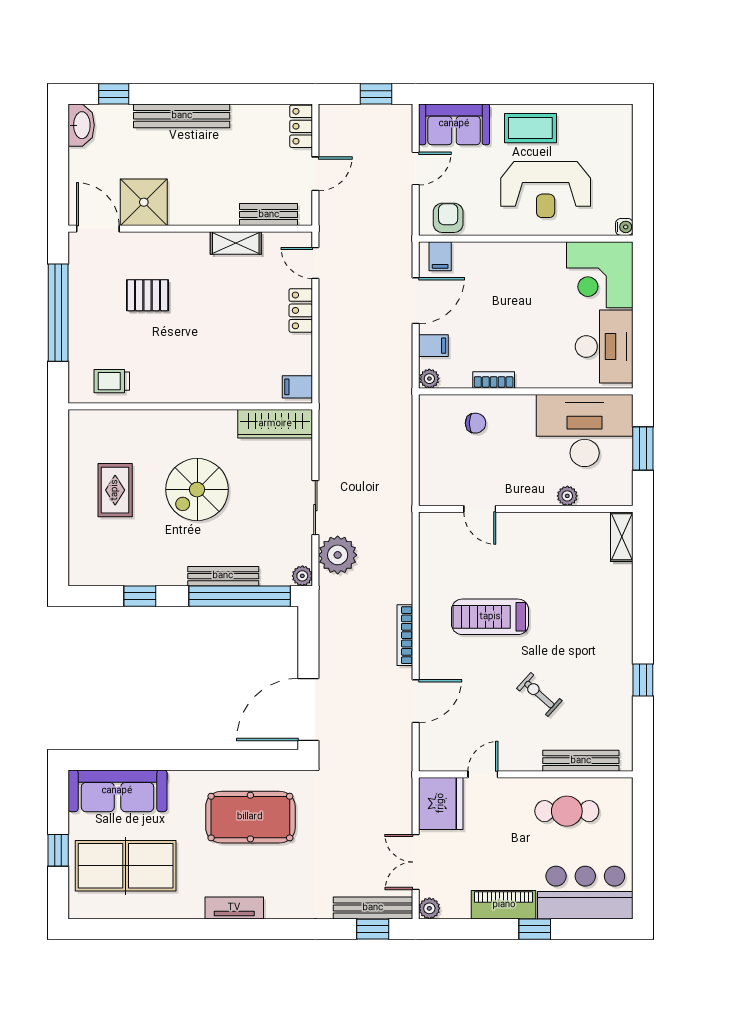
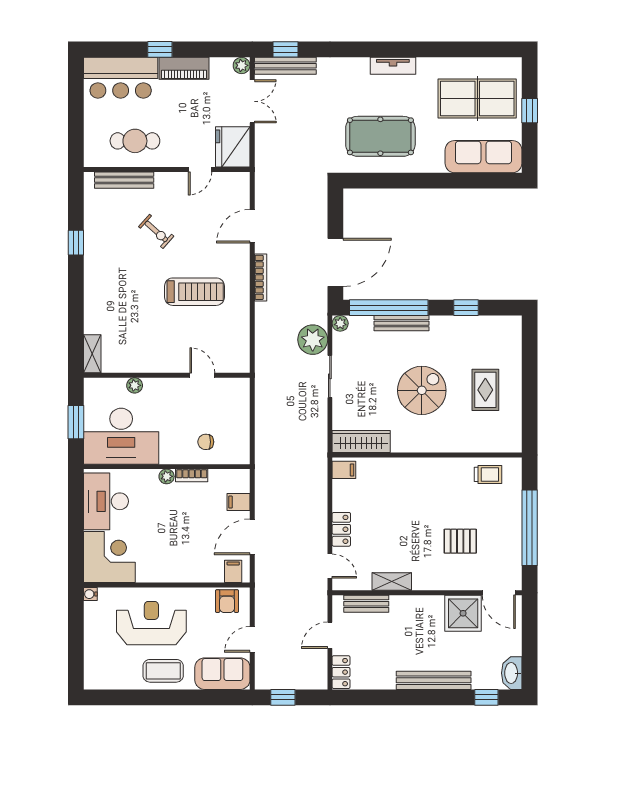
plant: (429, 379) -> (167, 476), moved
door: (308, 709) -> (335, 262), moved

